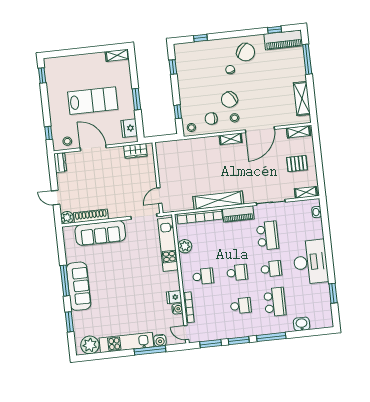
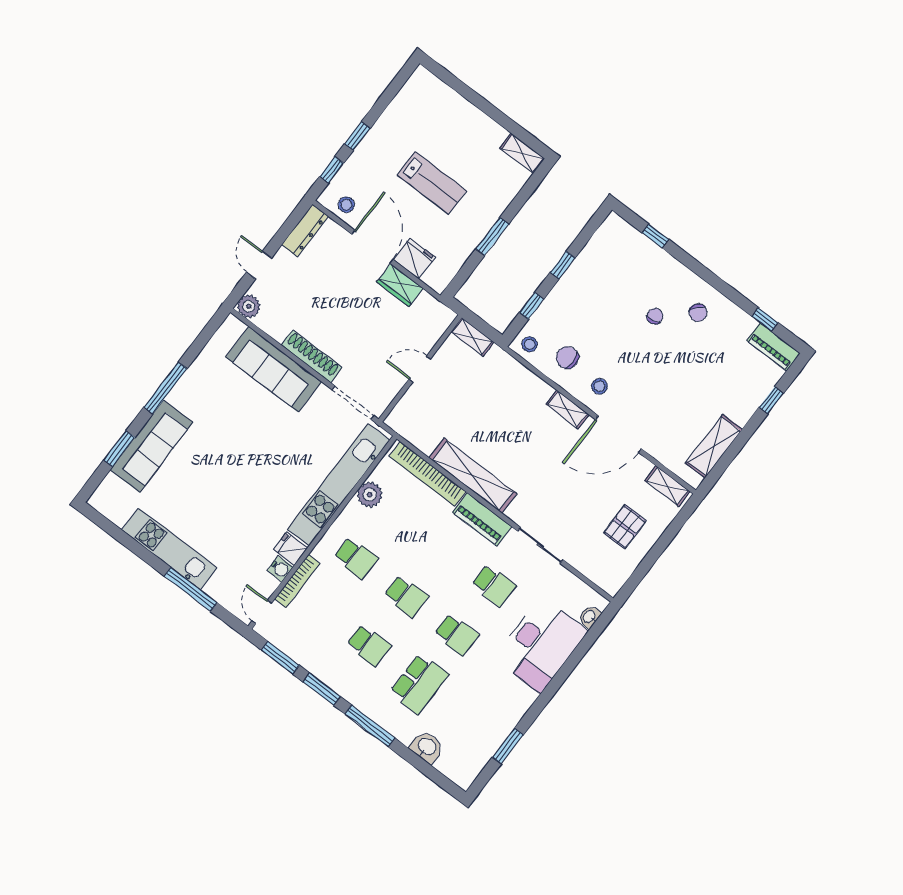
piano: (283, 40) -> (773, 347), width x0.73, depth x0.75
chair: (246, 52) -> (698, 313), width x0.54, depth x0.54
window: (307, 59) -> (771, 400), width x0.46
window: (173, 67) -> (563, 265), moved
window: (42, 76) -> (357, 136), moved
chair: (229, 100) -> (616, 355), removed
lab bench: (93, 101) -> (432, 183), width x0.73, depth x0.72
fridge: (129, 128) -> (414, 259), moved, turned 90
wardrobe: (135, 151) -> (400, 285), moved
dresser: (60, 163) -> (305, 230), width x1.44
pallet: (297, 164) -> (625, 527), turned 90
shelving: (306, 192) -> (472, 337), moved
door: (159, 196) -> (420, 369), moved
shoe rack: (91, 216) -> (311, 356), moved
school desk: (267, 236) -> (494, 586), width x0.54
kitchen unit: (168, 244) -> (339, 485), width x1.36
desk: (310, 262) -> (541, 645), moved
sofa: (79, 286) -> (151, 446), moved
water cooler: (160, 340) -> (217, 589), removed
plant: (90, 345) -> (117, 506), removed

